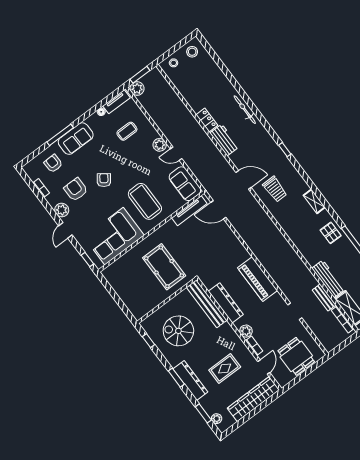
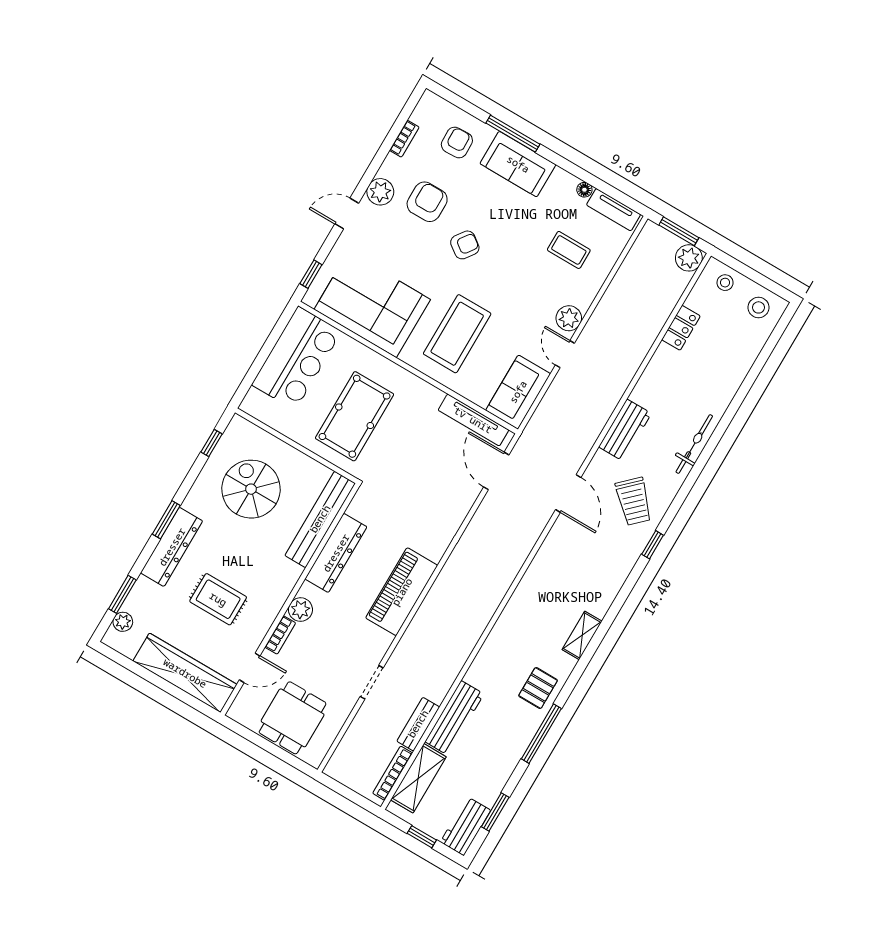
plant: (137, 89) -> (689, 258), moved
locker: (207, 120) -> (681, 328), moved
trolley: (275, 189) -> (634, 501), moved, turned -44
bar counter: (125, 283) -> (297, 358), added

